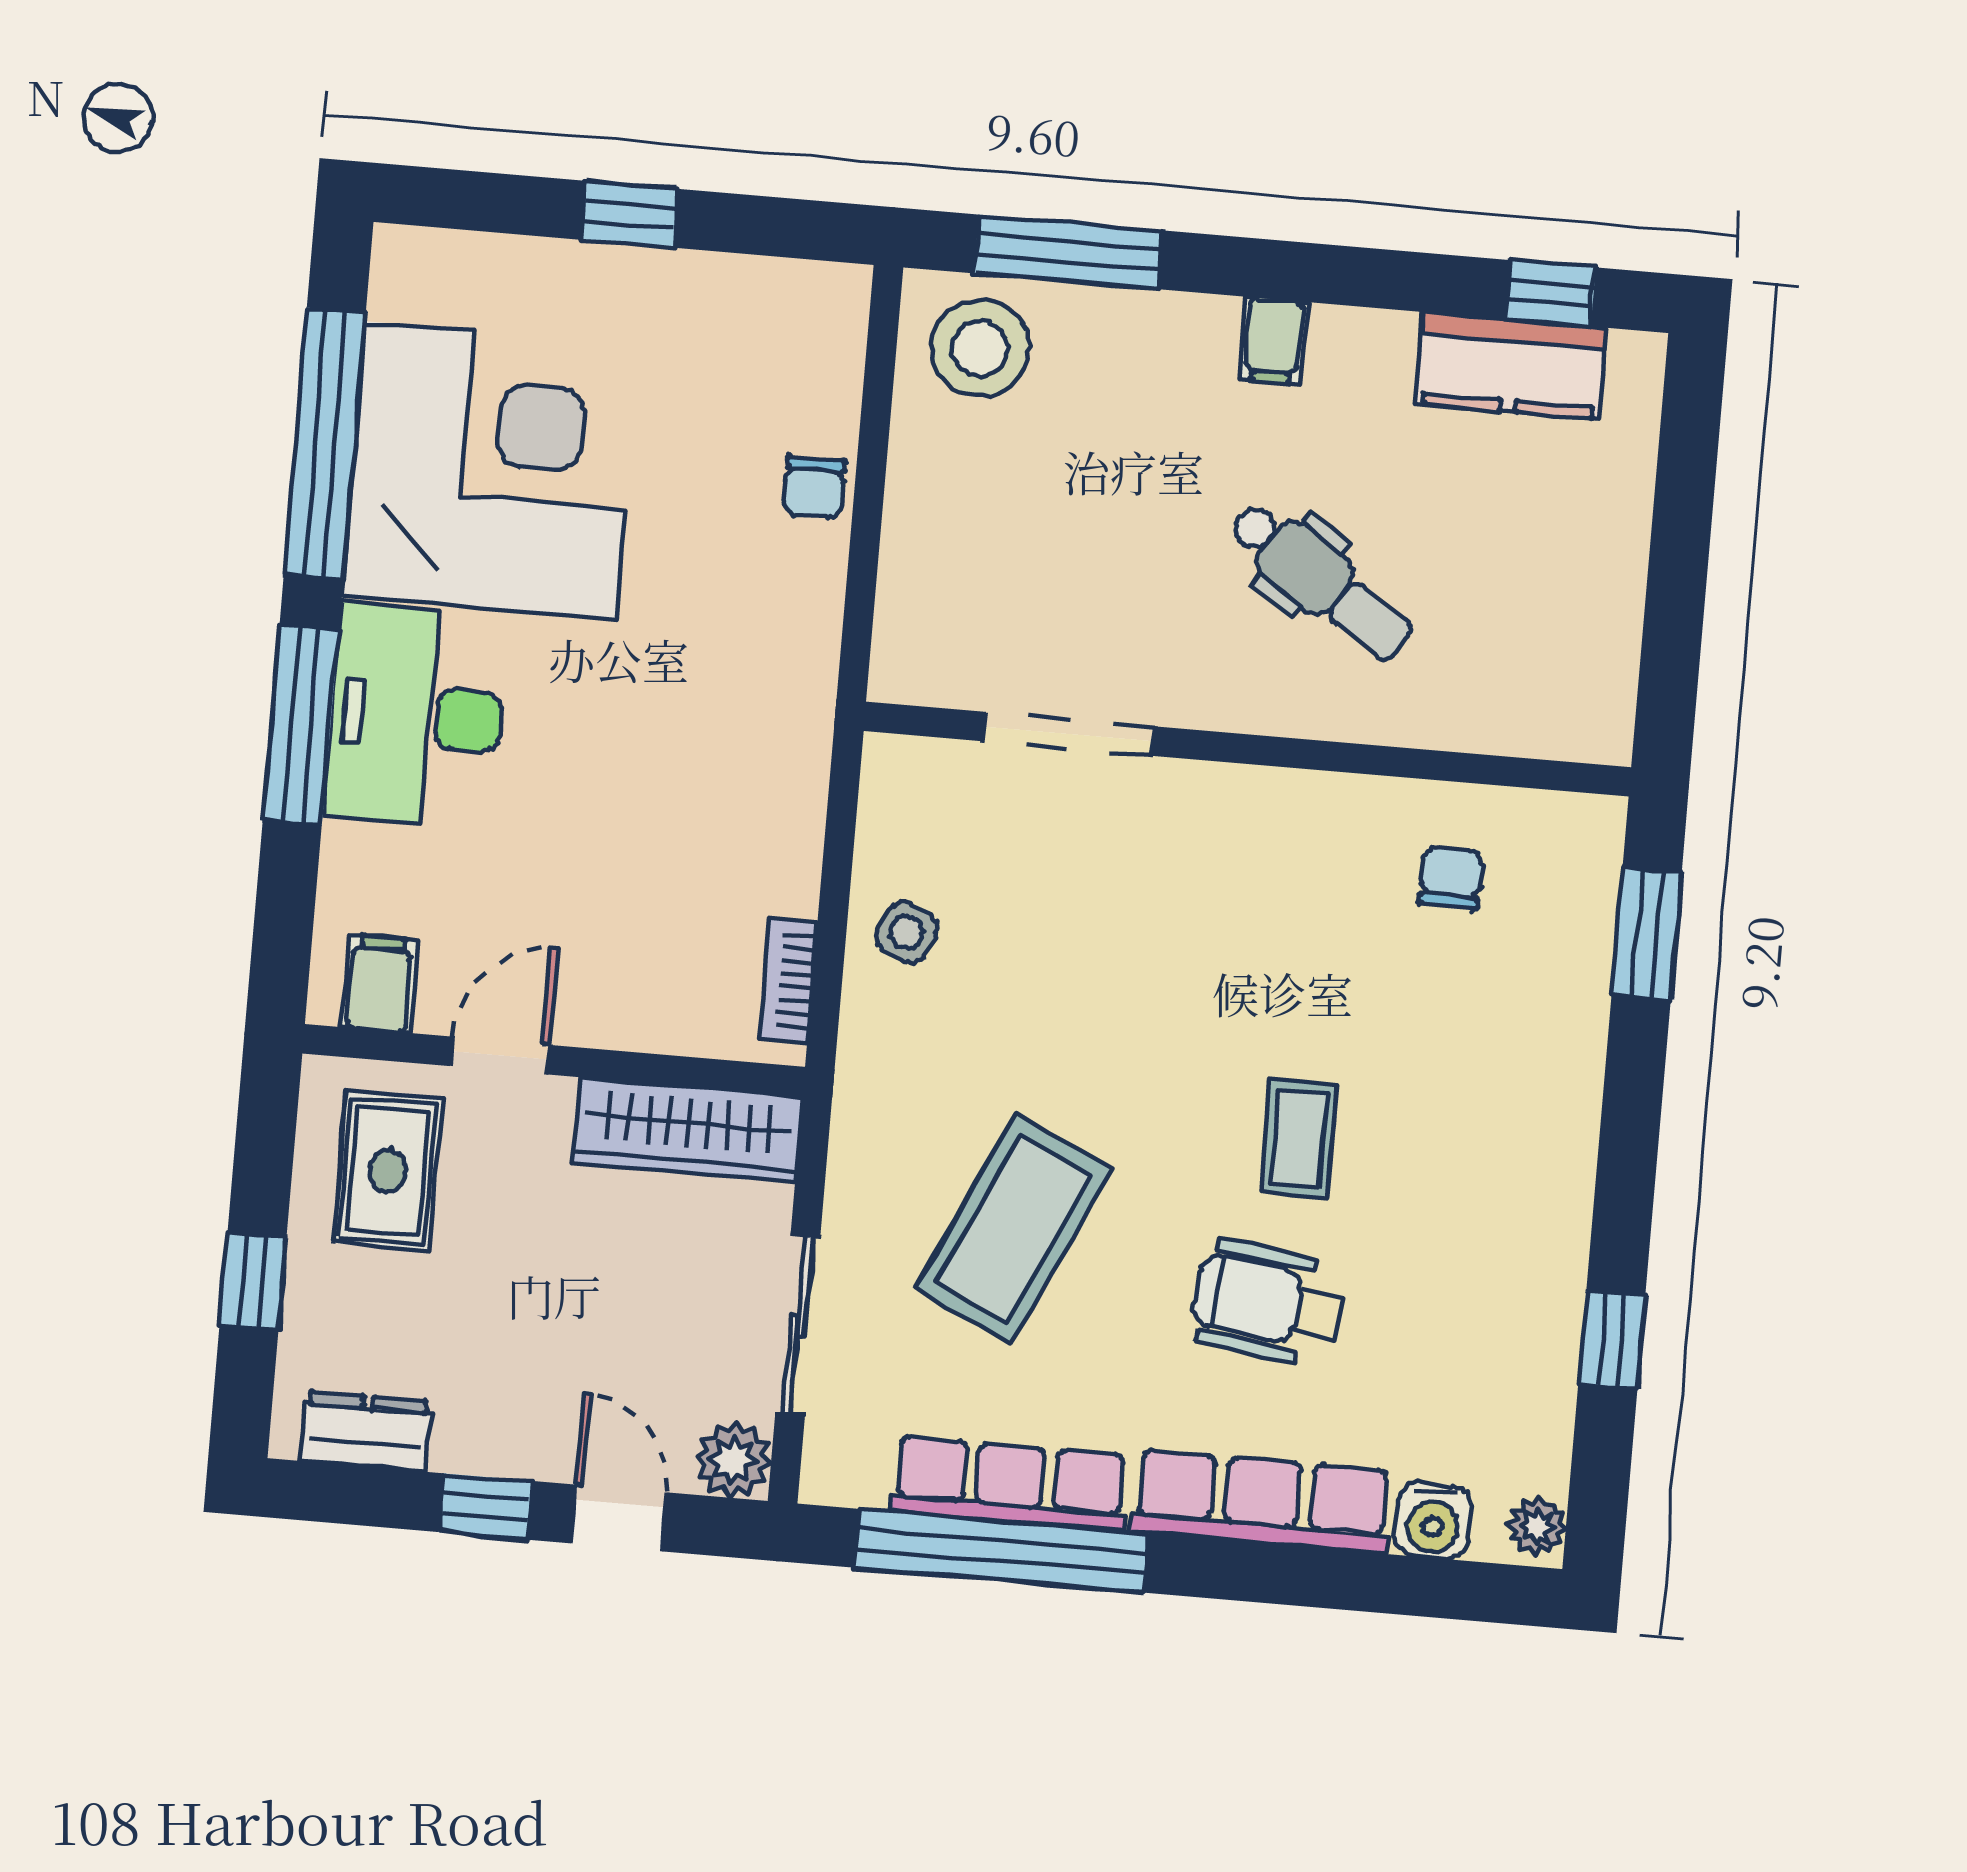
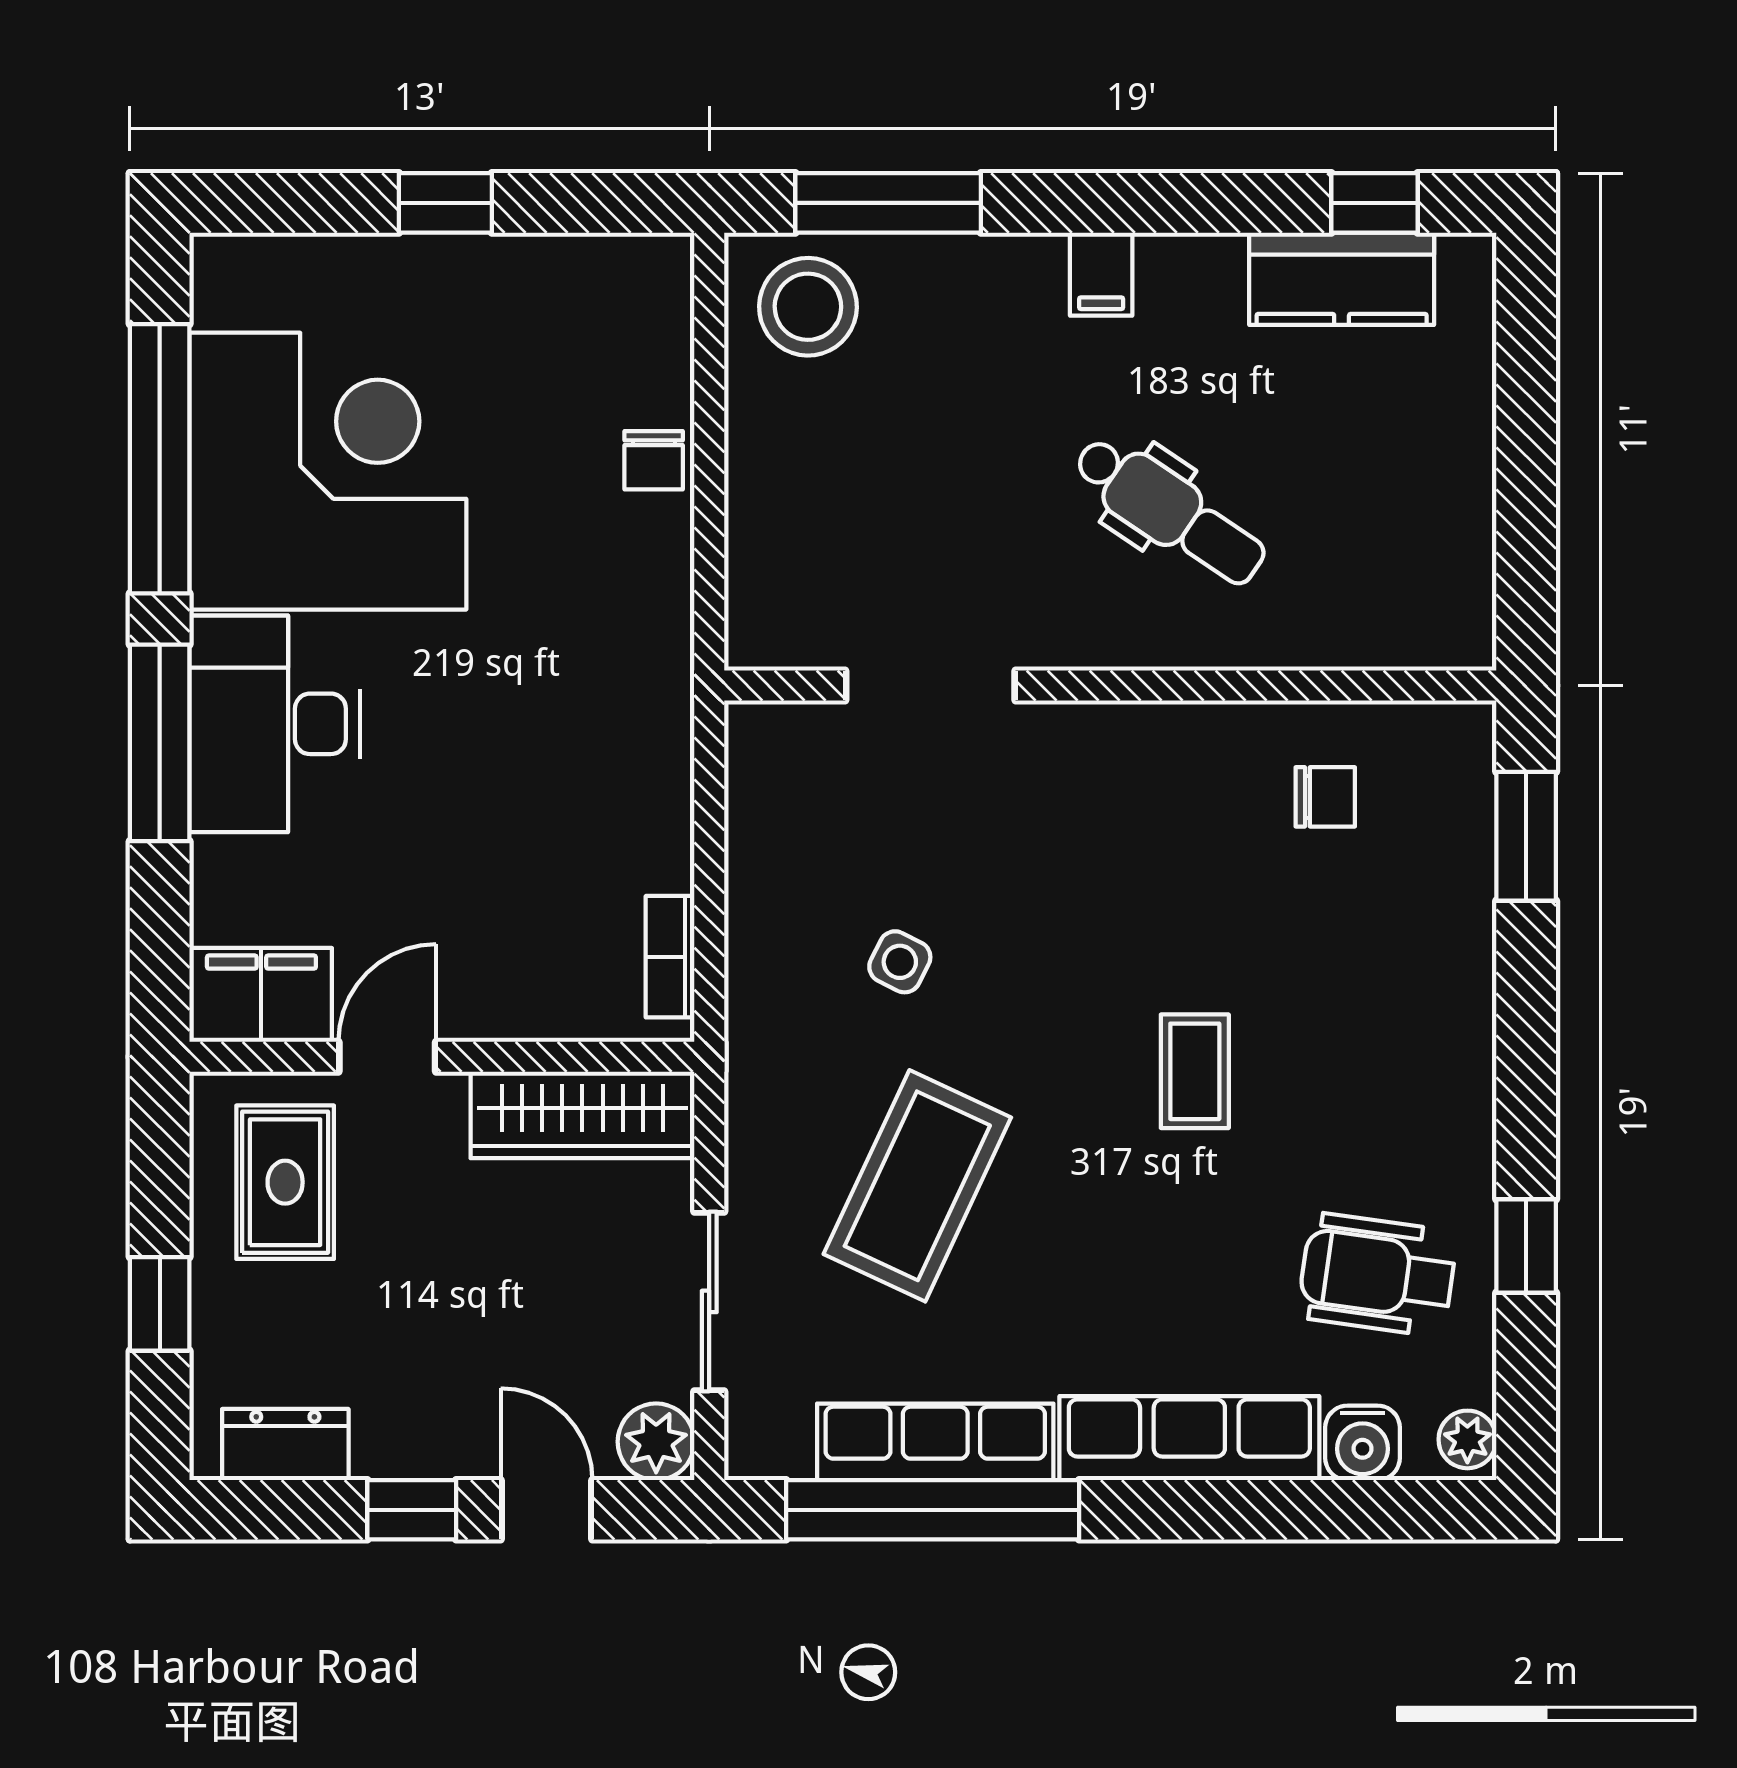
chair: (1451, 878) -> (1325, 797), turned 89
side table: (907, 933) -> (900, 962), moved
filing cabinet: (380, 984) -> (261, 995), width x2.00
wheelchair: (1268, 1303) -> (1377, 1275), moved

